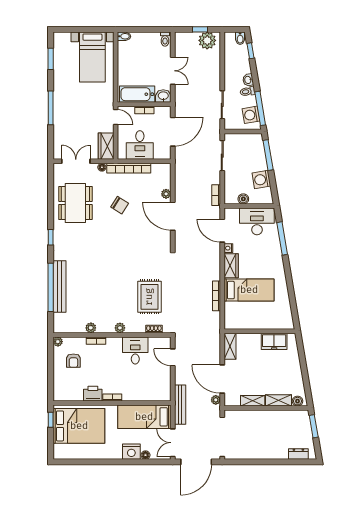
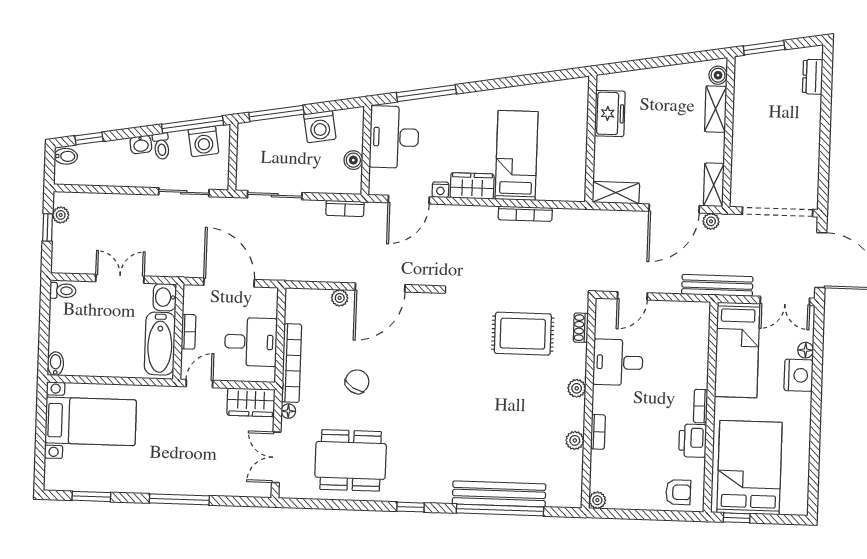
plant: (207, 40) -> (61, 215), width x0.53, depth x0.53
armchair: (73, 361) -> (678, 492), moved
shelving: (253, 401) -> (714, 185), moved

